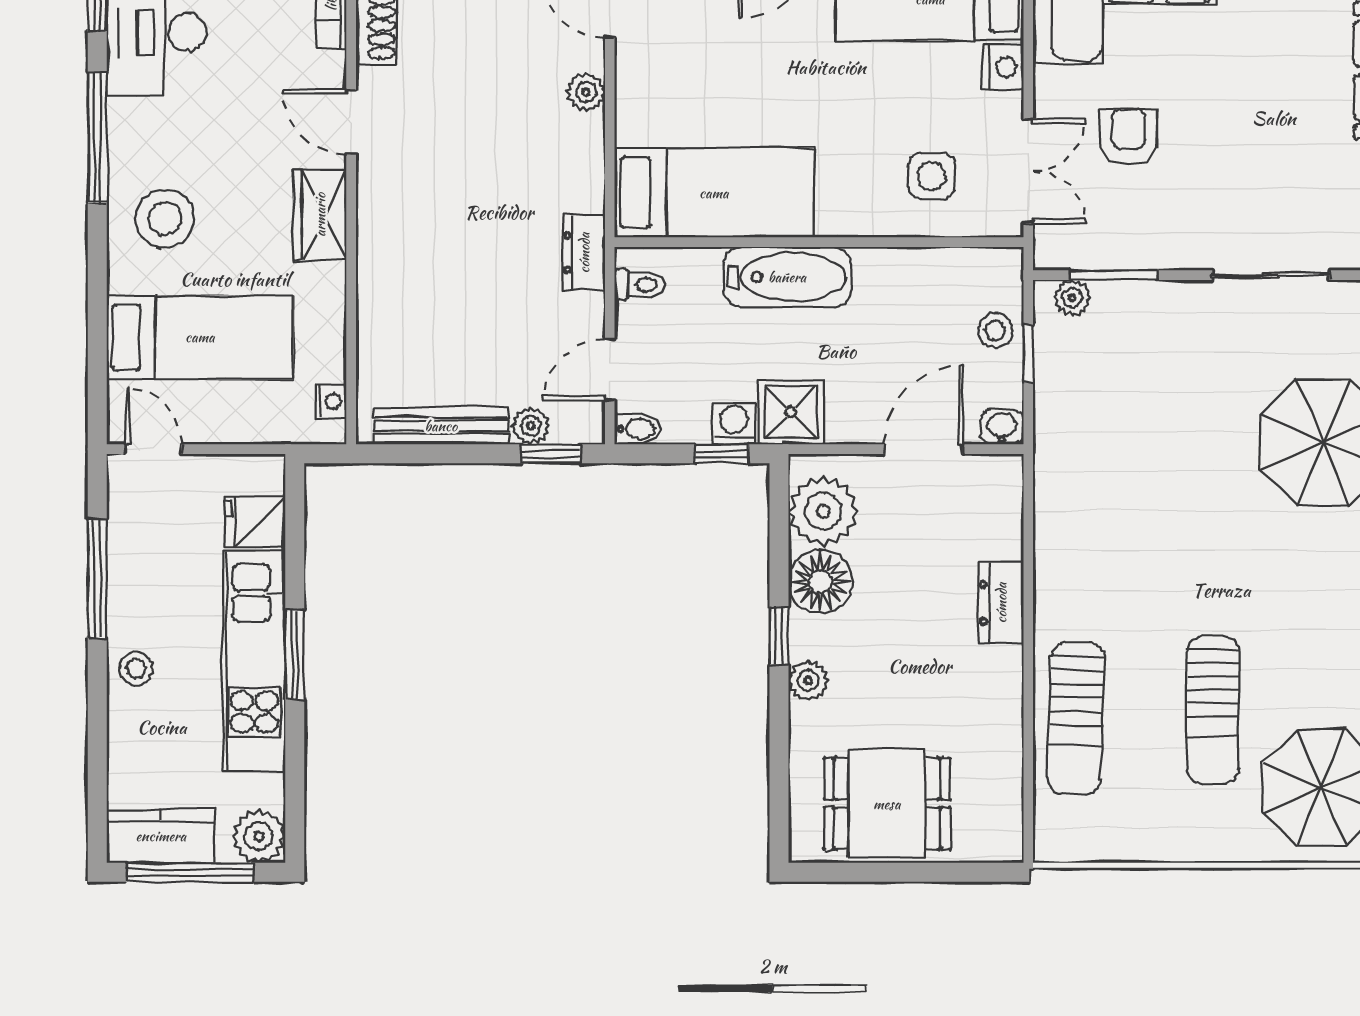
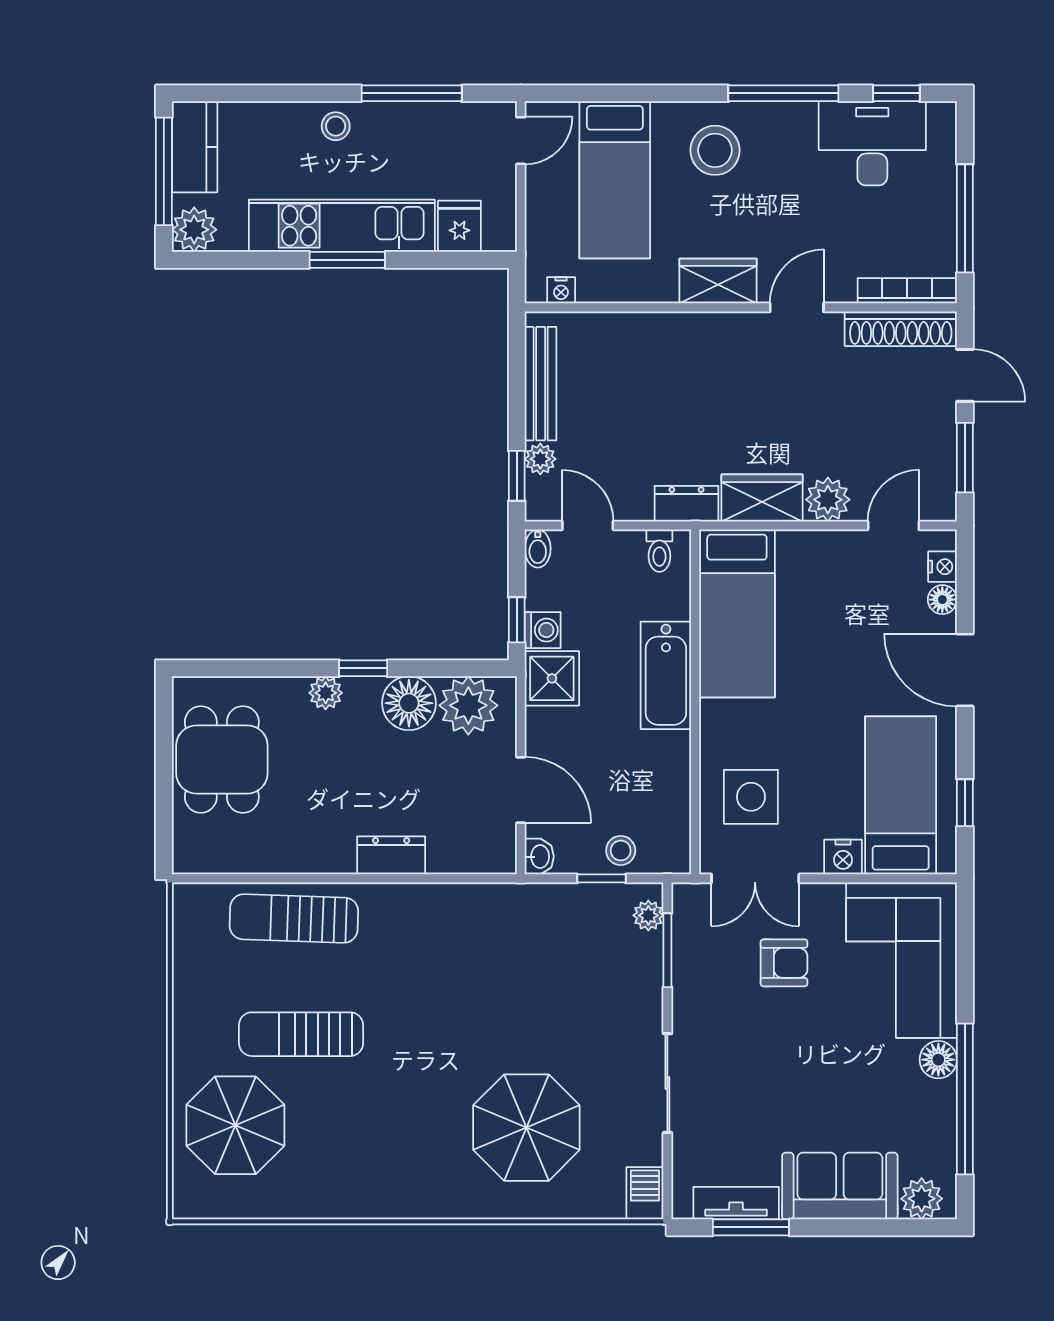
plant: (586, 92) -> (828, 500), width x1.38, depth x1.38
wardrobe: (577, 163) -> (762, 498), added
side table: (931, 176) -> (751, 797), width x1.37, depth x1.37

